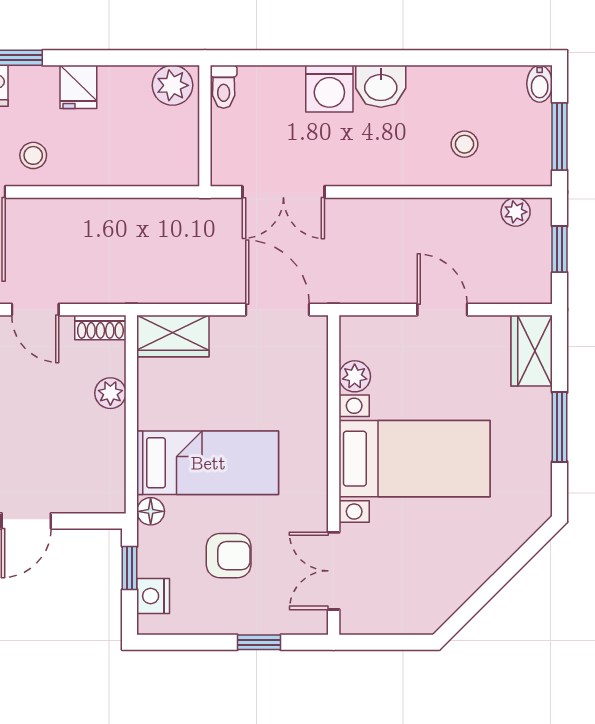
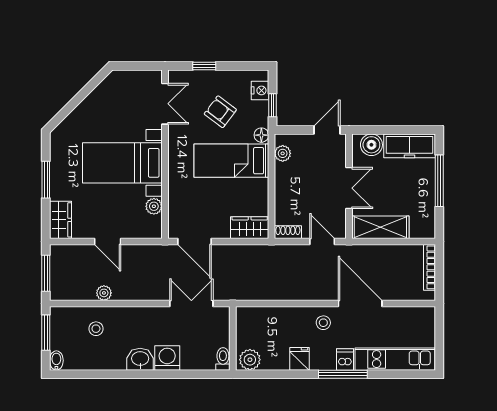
plant: (516, 212) -> (104, 293), moved
window: (560, 249) -> (46, 273), width x1.50
plant: (110, 393) -> (283, 153), moved
armchair: (229, 556) -> (220, 112), turned 37

